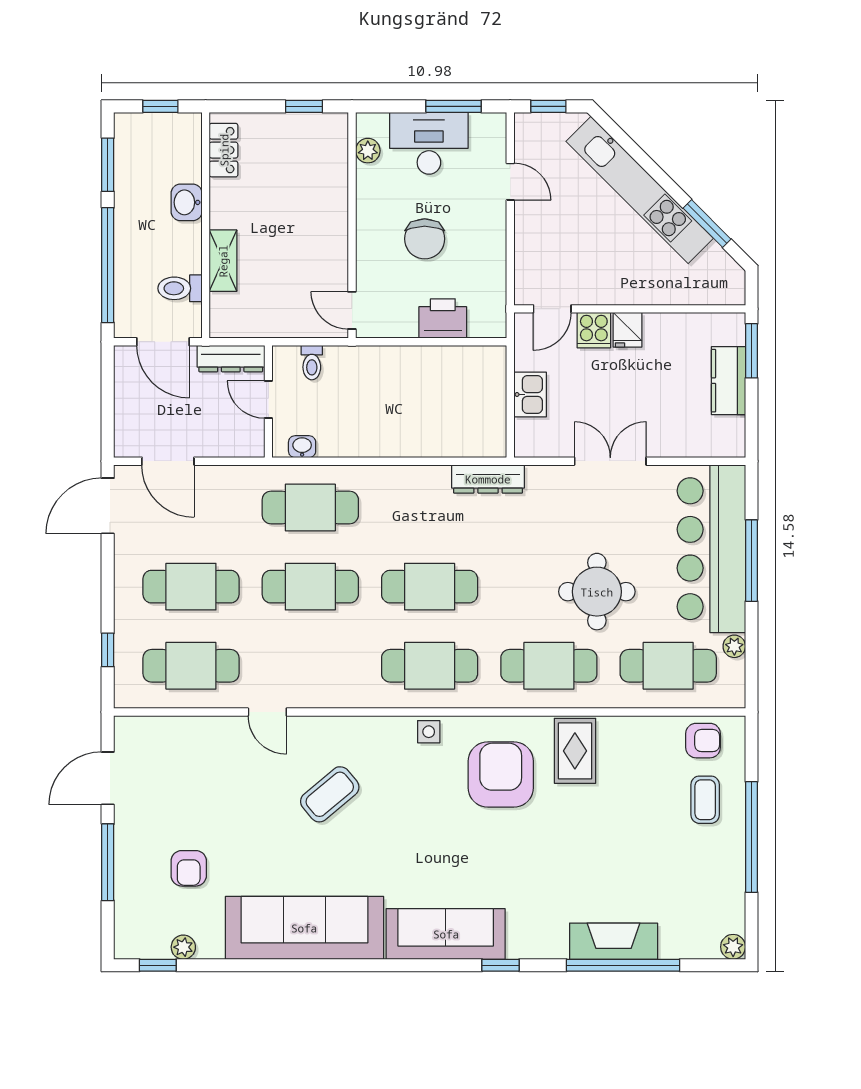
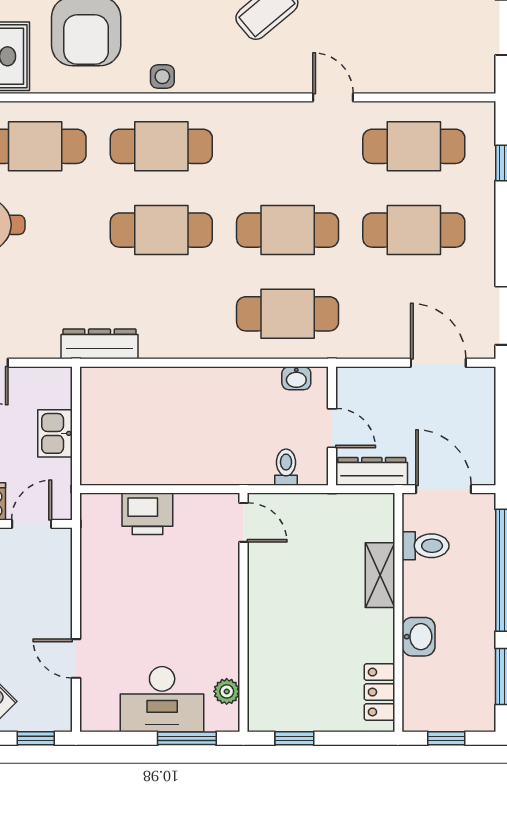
window: (454, 106) -> (187, 738), moved
chair: (425, 239) -> (167, 598), removed

